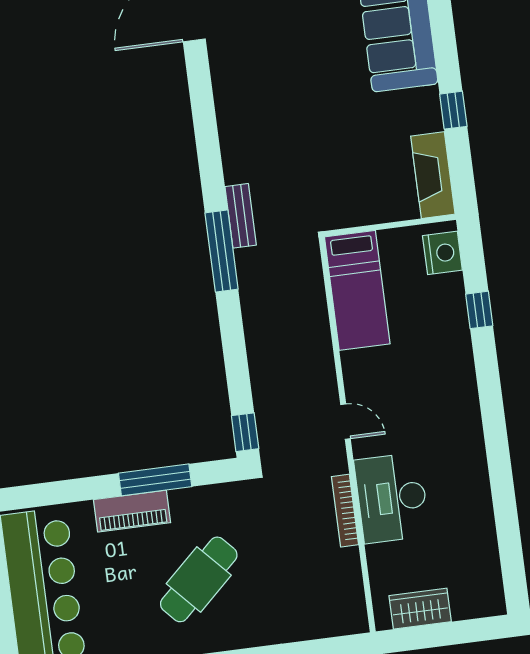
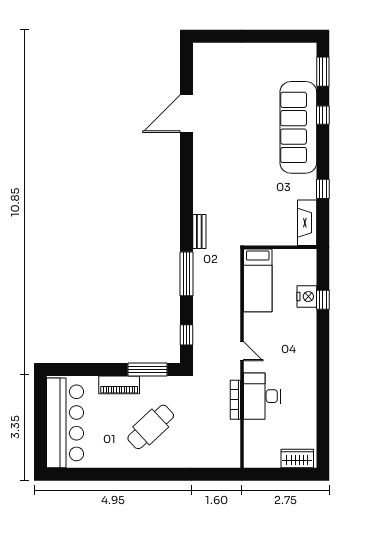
window: (222, 251) -> (186, 274), moved
nightstand: (442, 253) -> (307, 297), moved
window: (245, 432) -> (186, 335), moved
window: (155, 480) -> (148, 369), moved
wardrobe: (420, 609) -> (297, 459), moved

